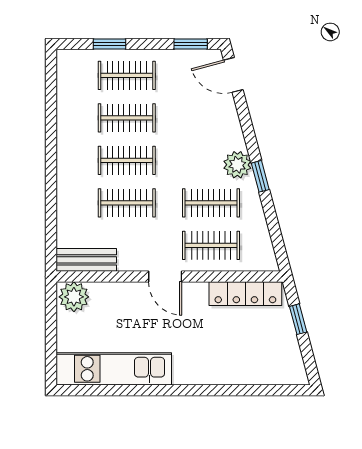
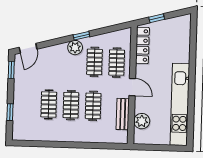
clothes rail: (127, 75) -> (27, 104), removed
bench: (86, 260) -> (123, 114), moved
door: (165, 277) -> (132, 87), hinge flipped
plant: (74, 297) -> (142, 121), moved
kitchen unit: (114, 369) -> (180, 104), width x1.36

